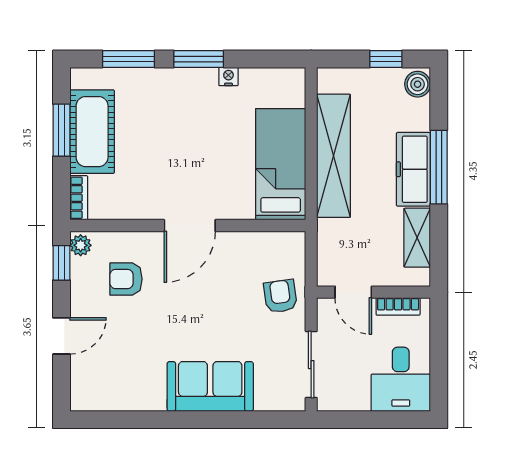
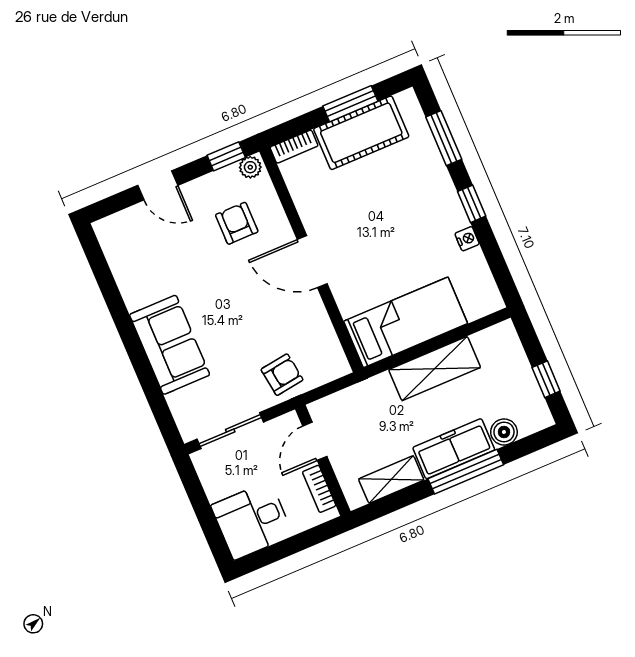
window: (199, 59) -> (472, 204), width x0.67
boiler: (418, 84) -> (504, 432), moved
shelving: (334, 156) -> (435, 369), width x0.68

